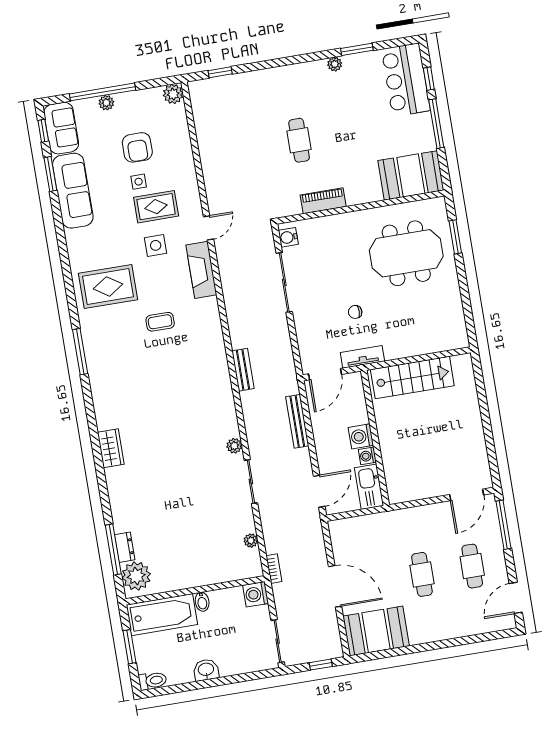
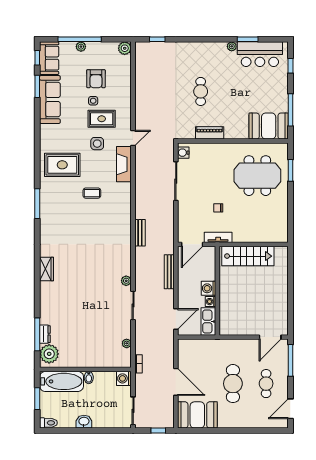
bar counter: (406, 80) -> (260, 54), moved, turned -90
window: (436, 124) -> (291, 110), moved
cafe table: (422, 574) -> (233, 384), width x1.37, depth x1.35

